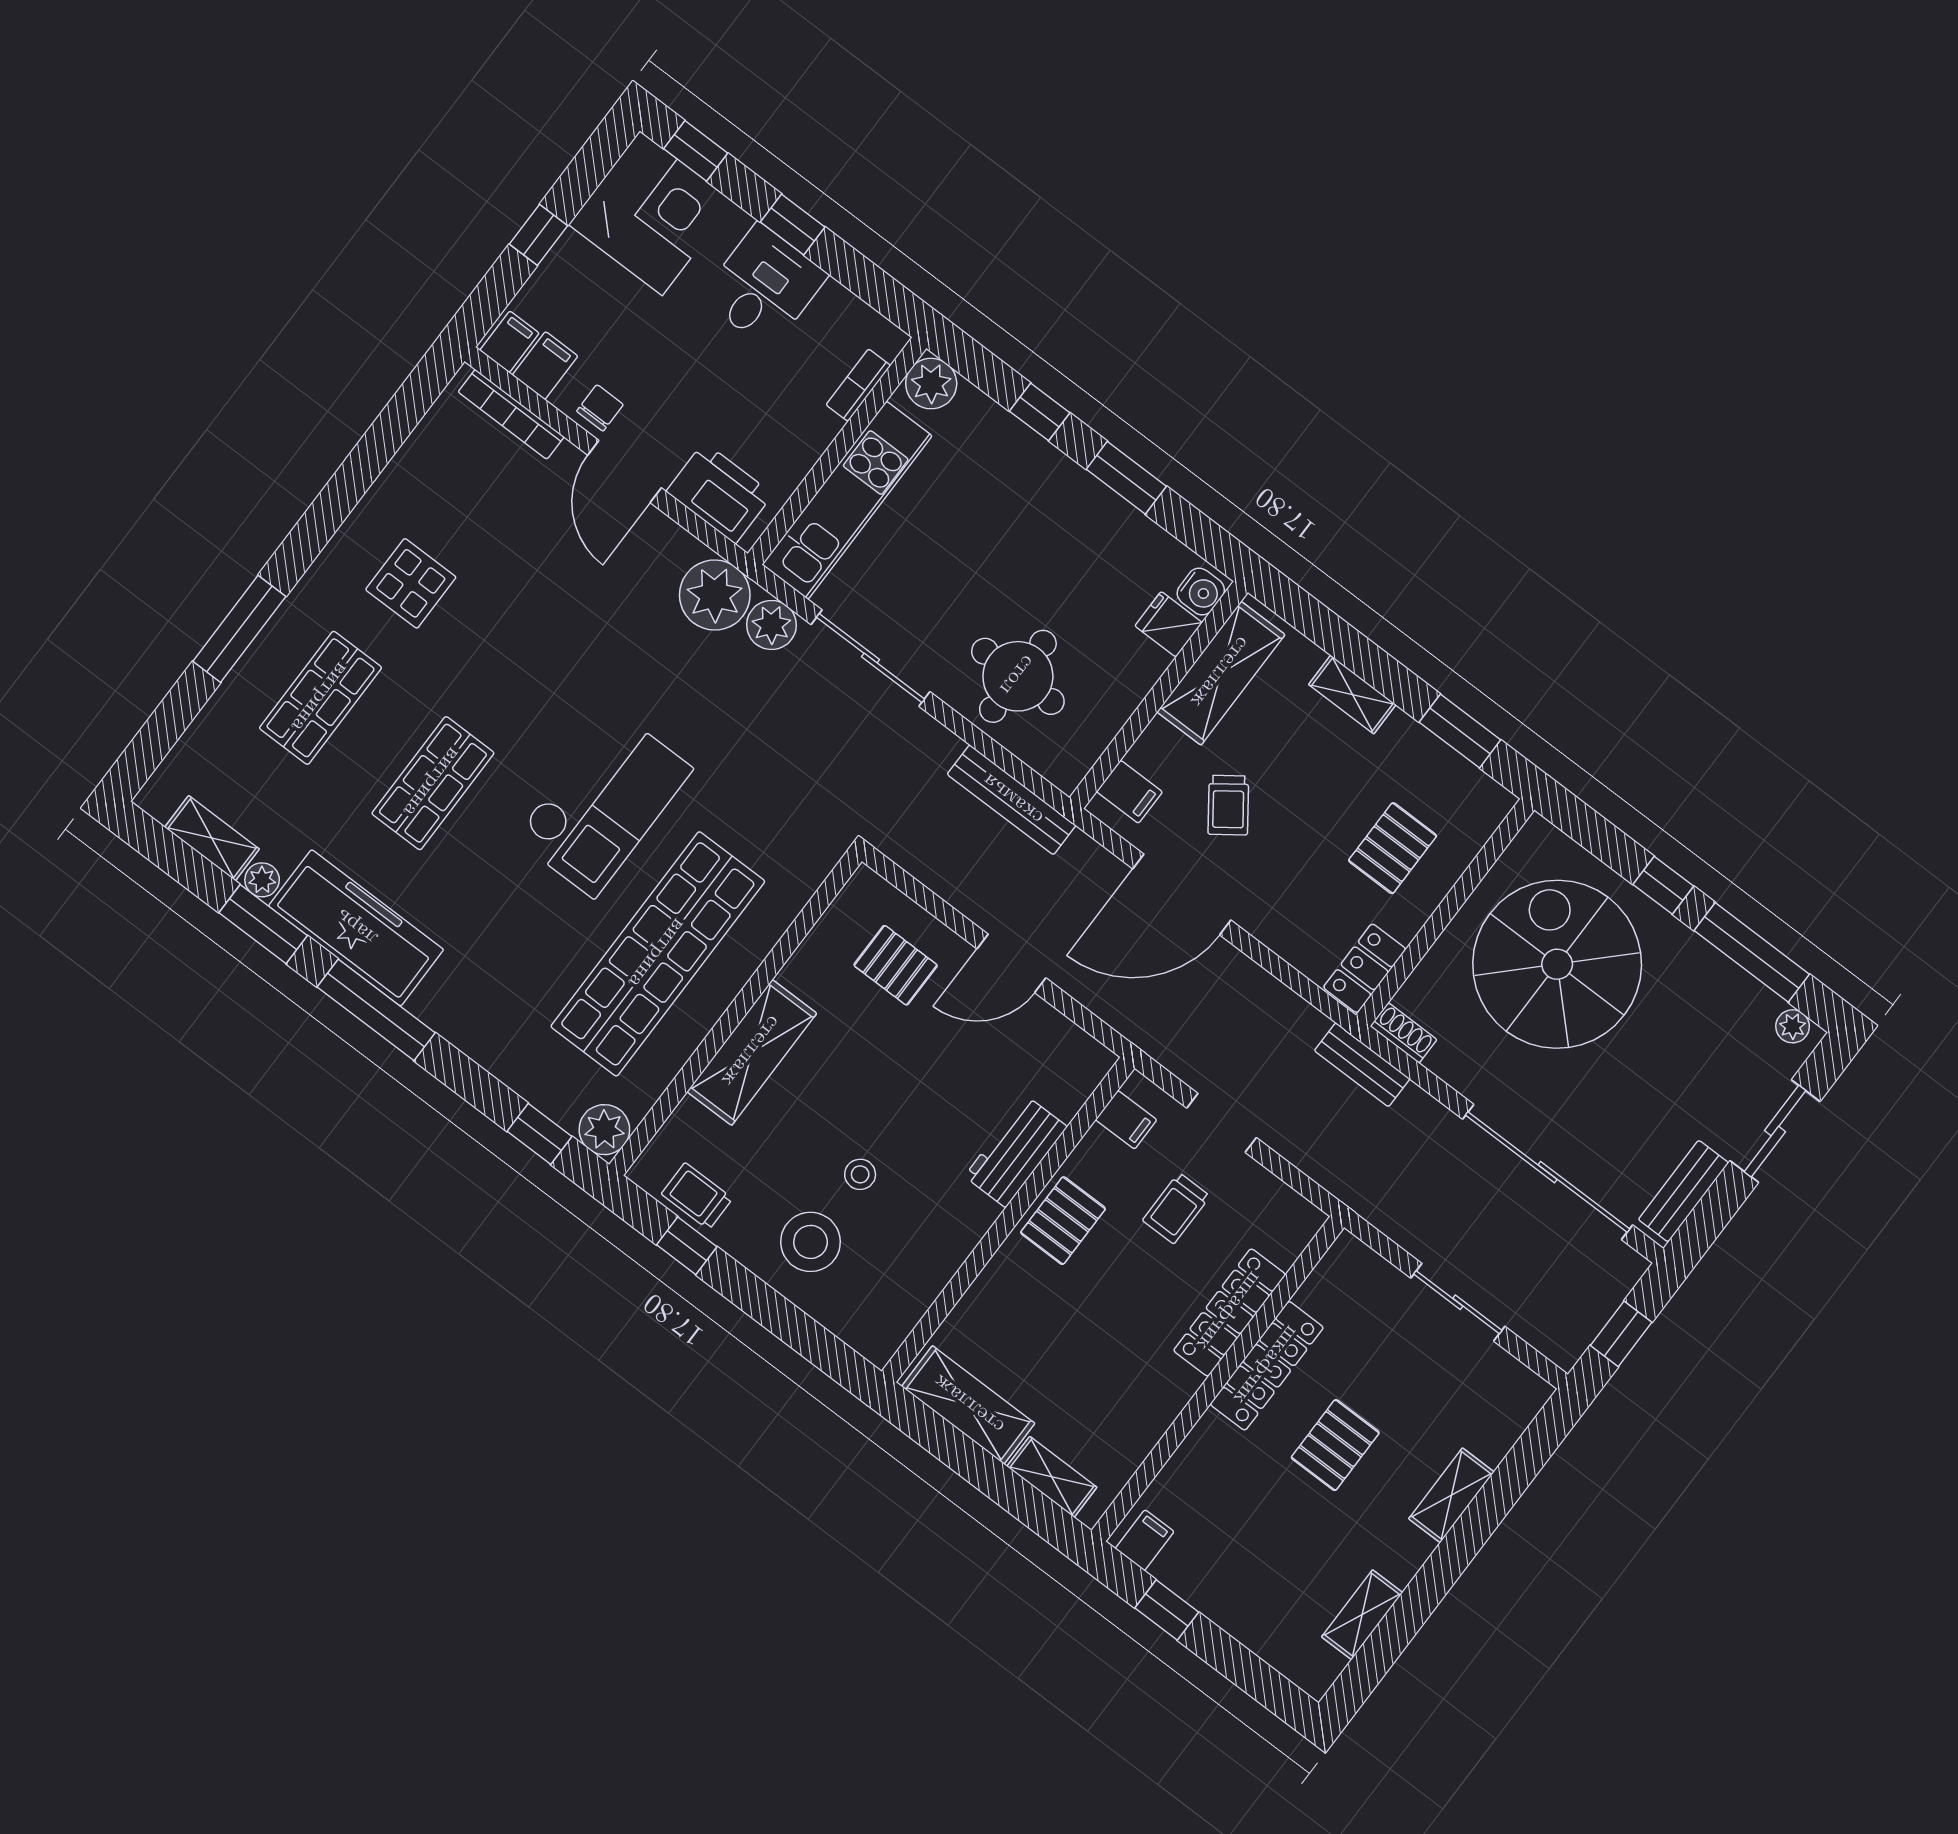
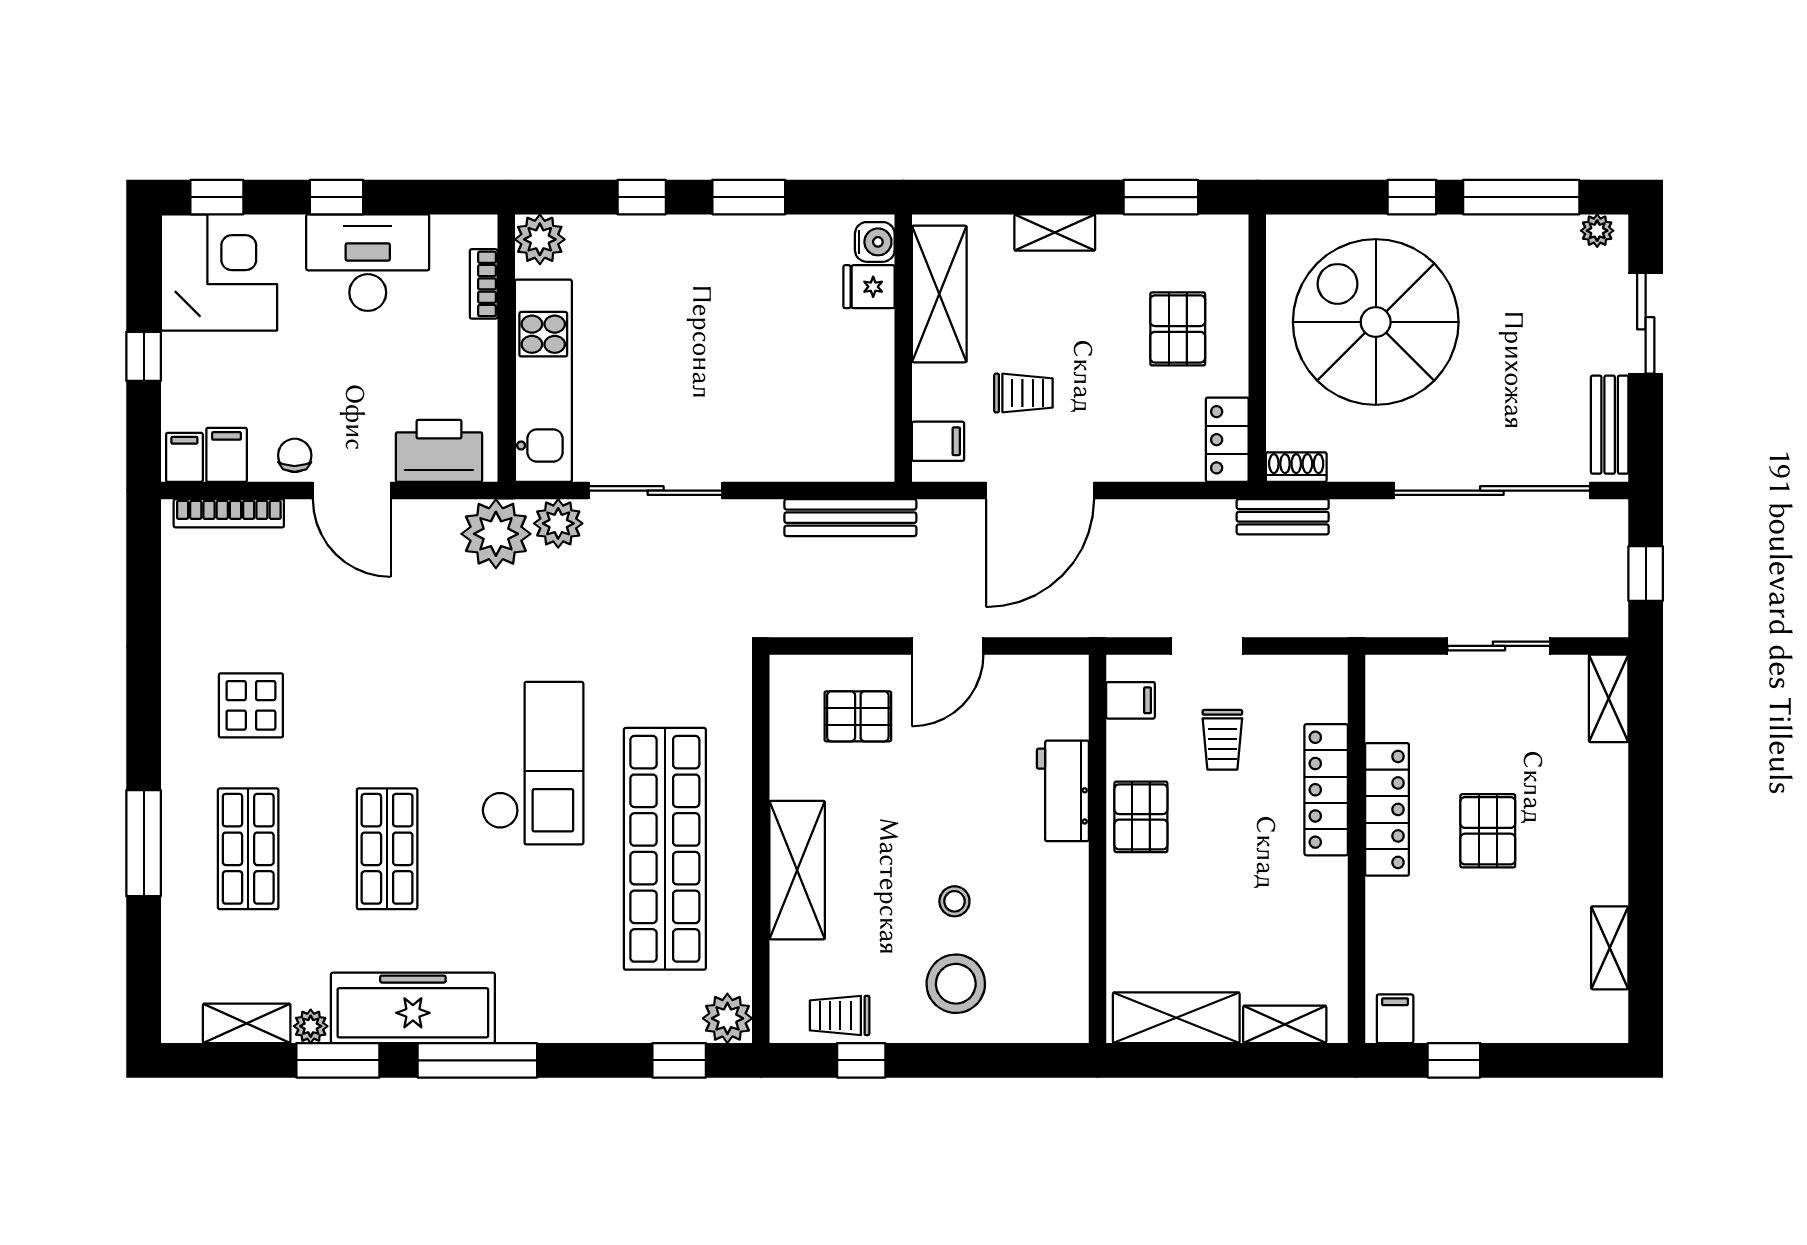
desk: (764, 286) -> (368, 263), width x1.37
round table: (1018, 676) -> (782, 417), removed
trolley: (1228, 805) -> (1023, 393), turned -54
shelving: (1451, 1495) -> (1609, 698), moved

